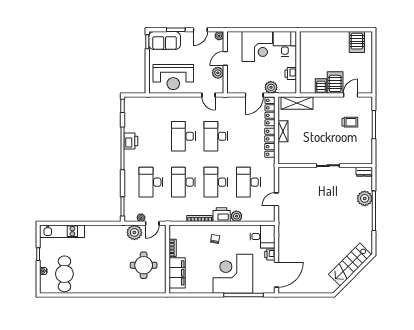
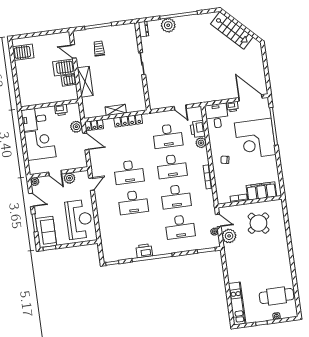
shelving: (297, 103) -> (85, 82), moved
locker: (270, 112) -> (94, 125), width x0.66
printer: (222, 215) -> (198, 129), moved
round table: (144, 265) -> (258, 223), turned -38

